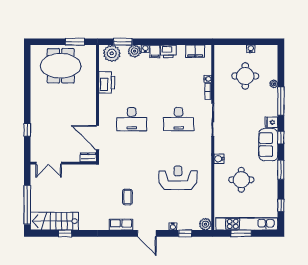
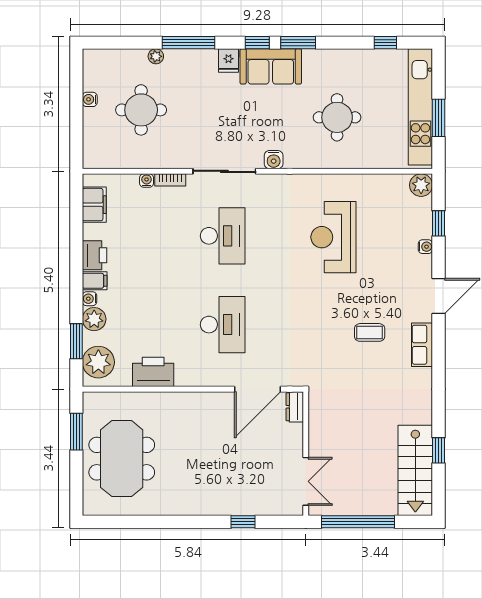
water cooler: (219, 159) -> (274, 160), moved
window: (281, 170) -> (298, 43), moved
window: (27, 205) -> (358, 522), moved

